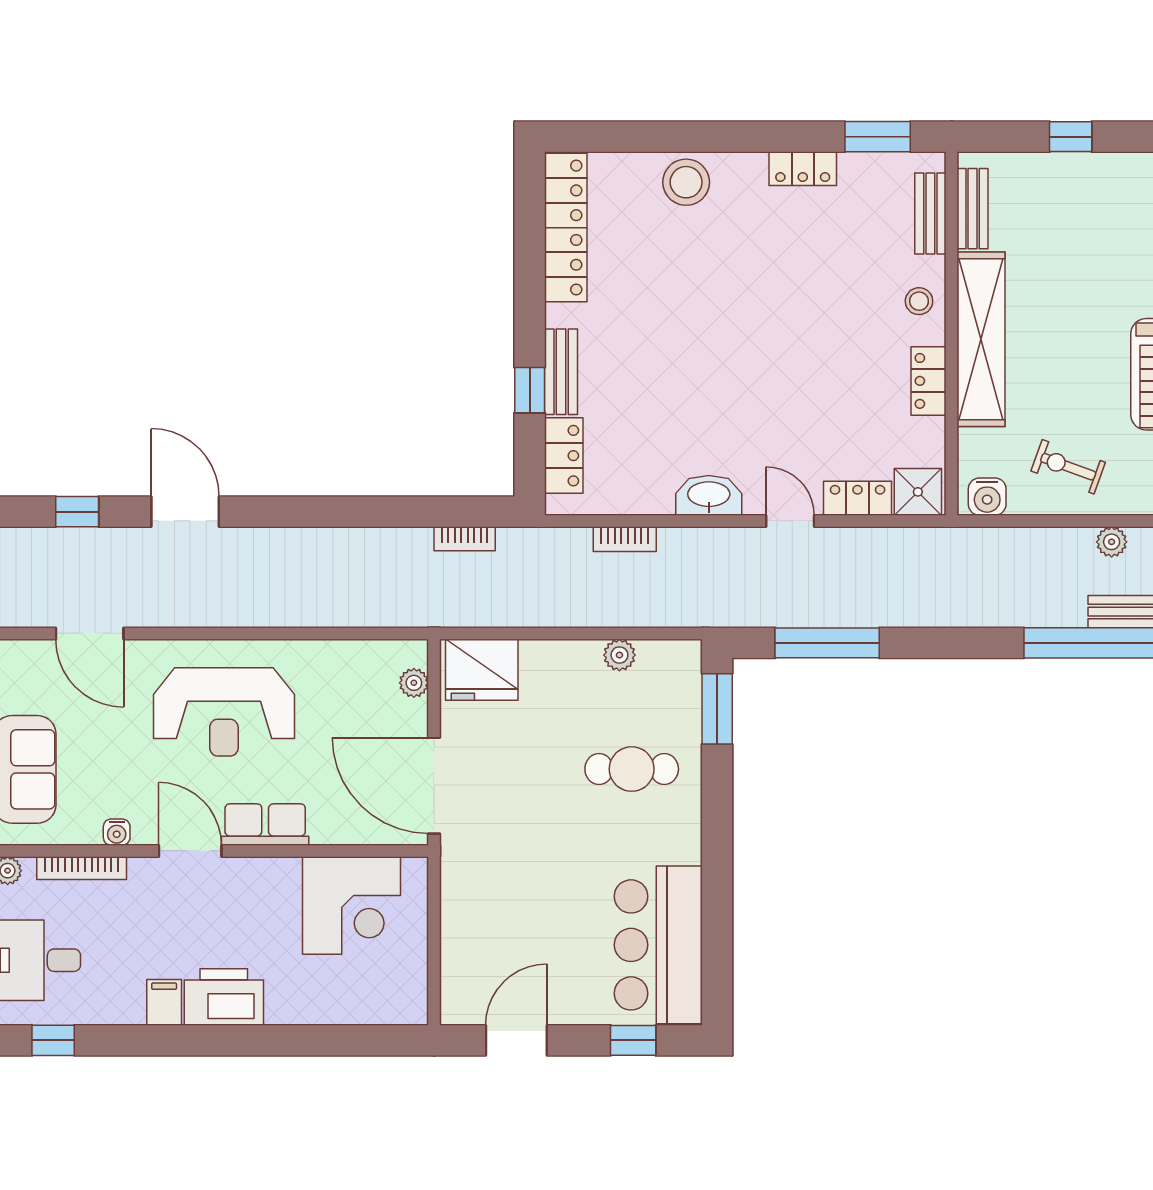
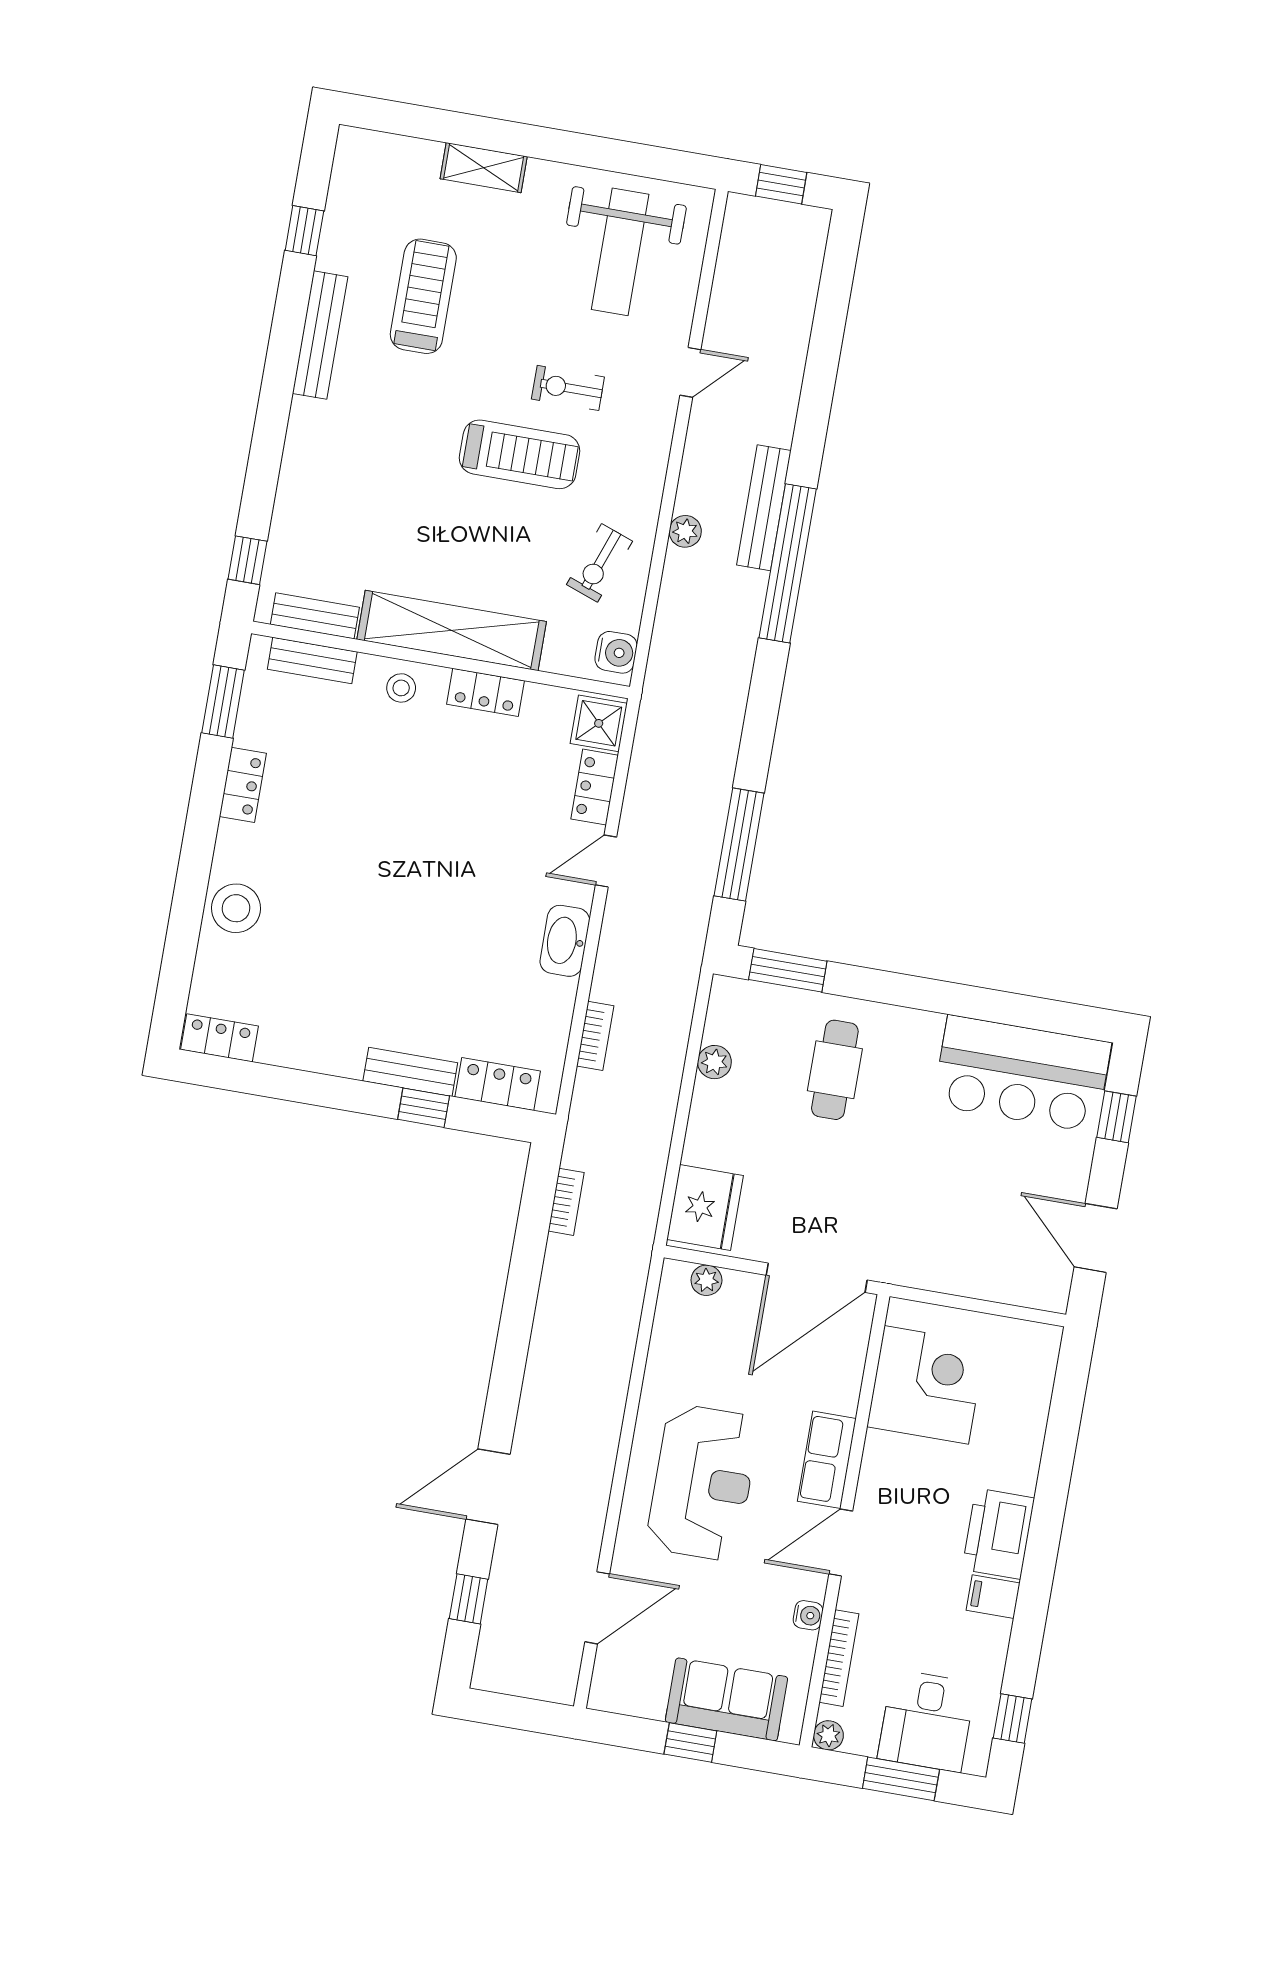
window: (1071, 137) -> (247, 560), moved
locker: (566, 228) -> (219, 1038), width x0.46, depth x0.83

